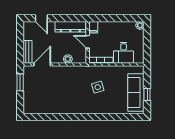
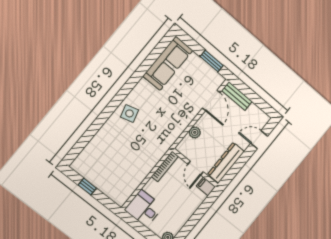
door: (88, 42) -> (196, 168), swing flipped
desk: (124, 53) -> (144, 208), moved
side table: (98, 87) -> (129, 113), moved
sofa: (136, 92) -> (168, 63), moved, turned 90

